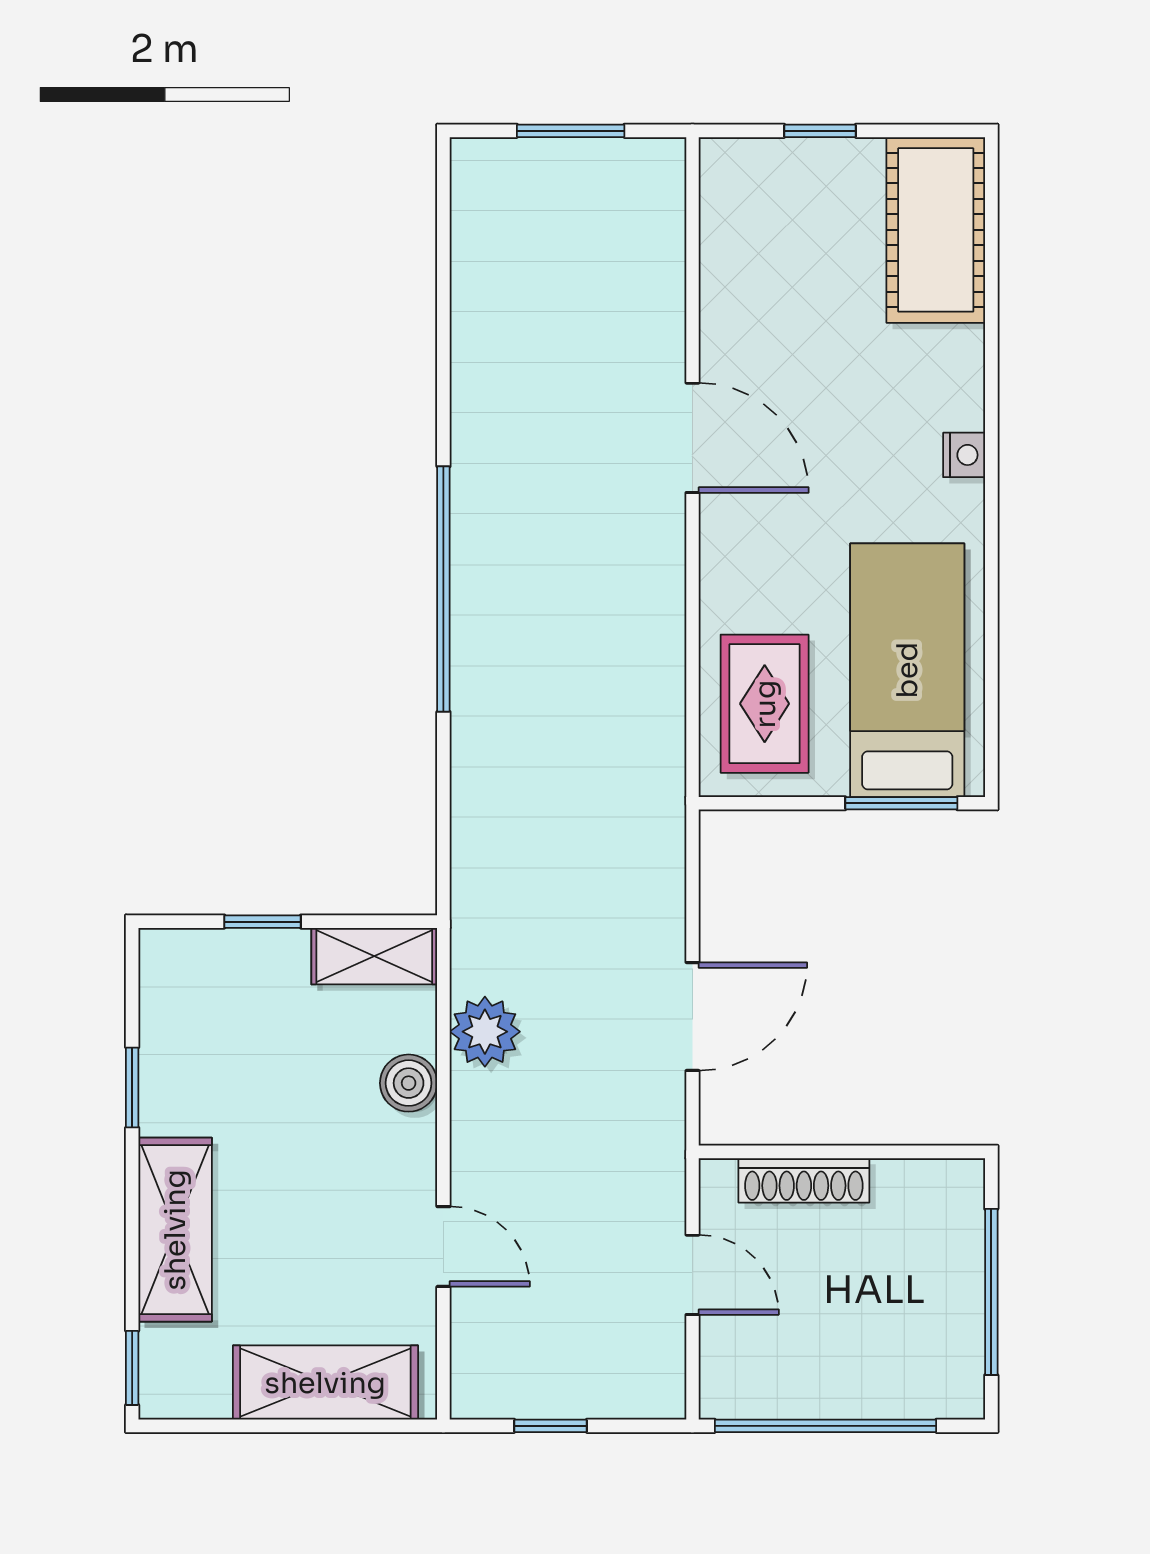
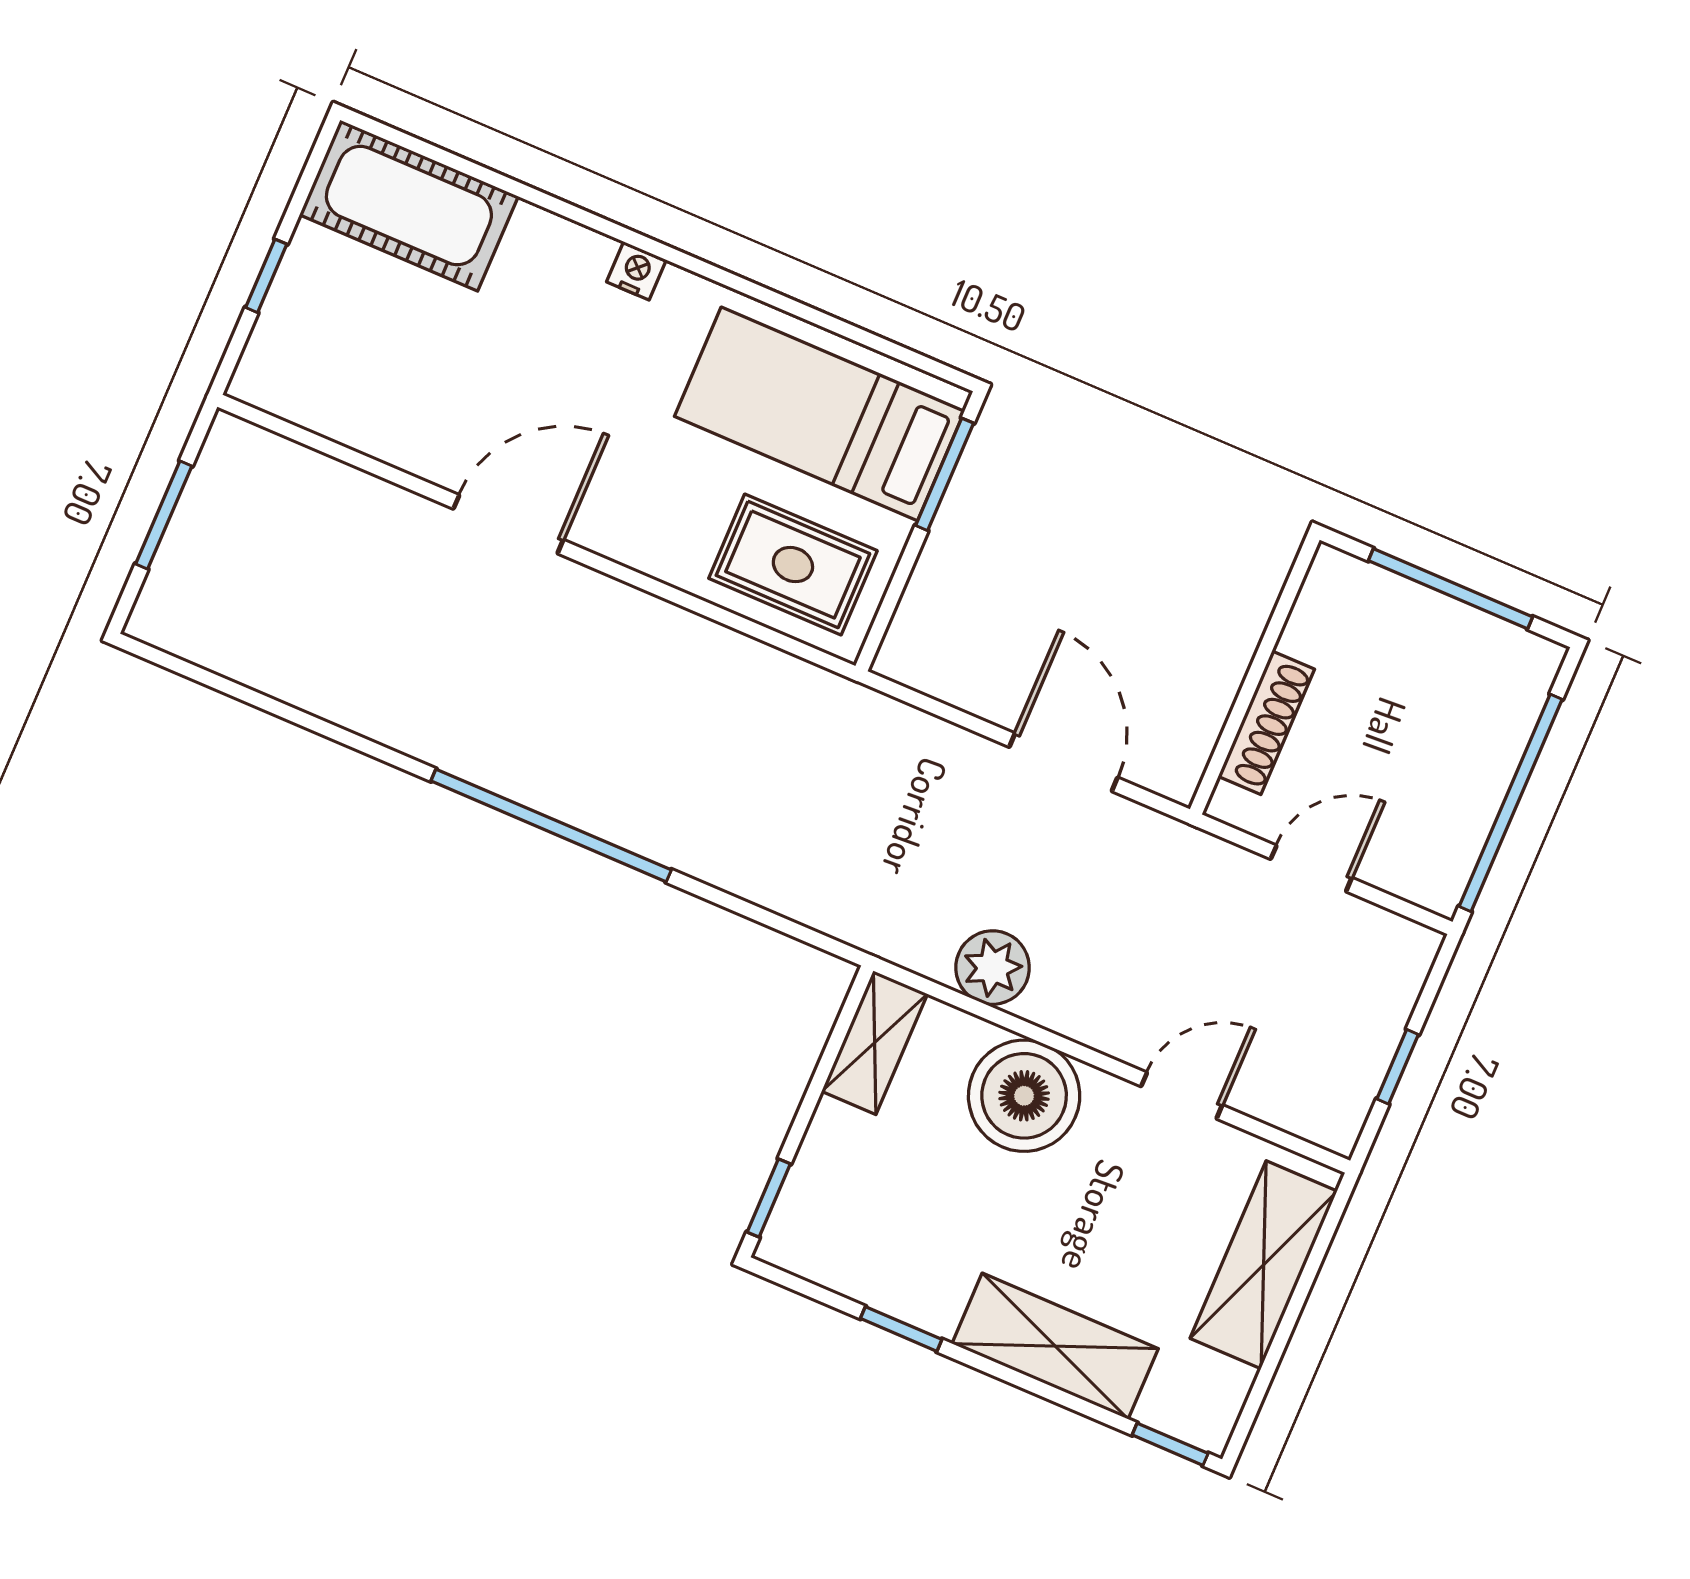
window: (263, 922) -> (769, 1198), moved
boiler: (409, 1083) -> (1024, 1096), width x1.86, depth x1.86

